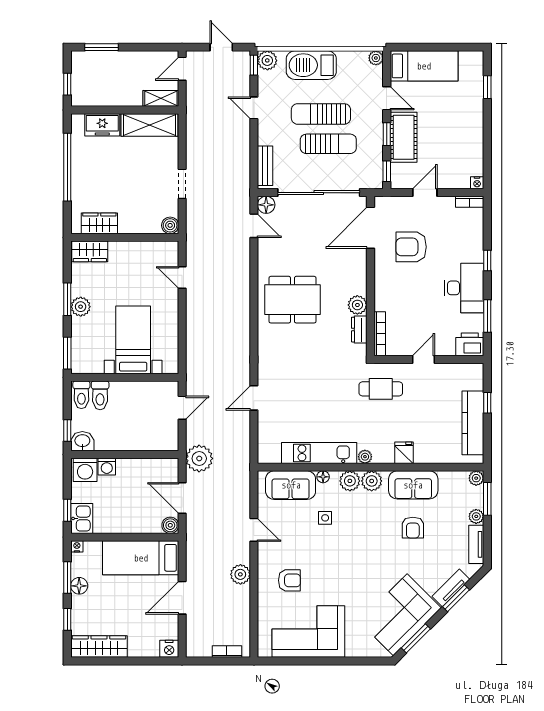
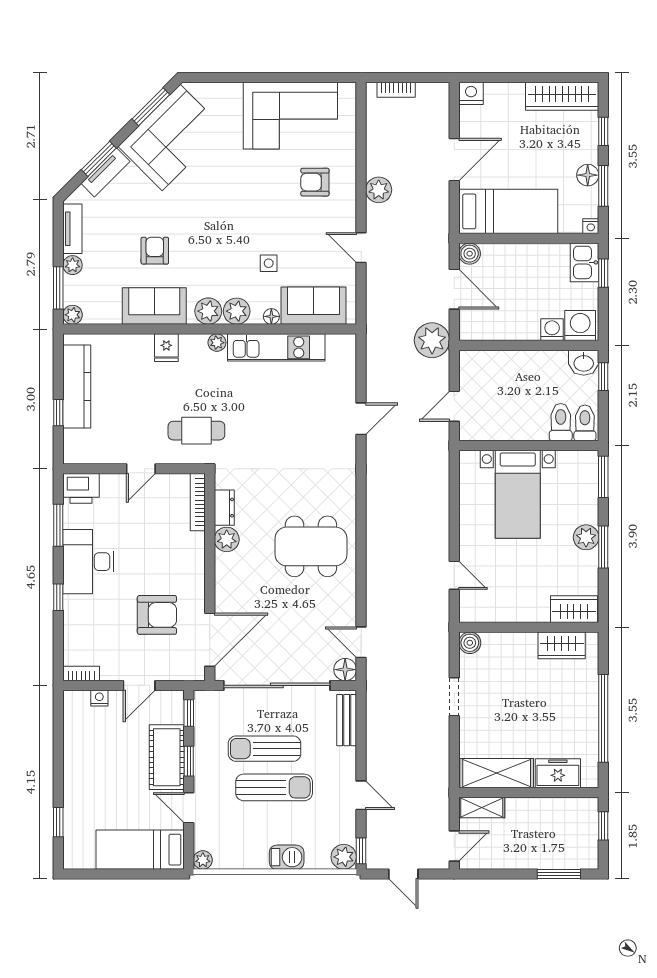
barbecue: (311, 65) -> (287, 857), width x0.53, depth x0.65
nightstand: (477, 183) -> (99, 698), moved

